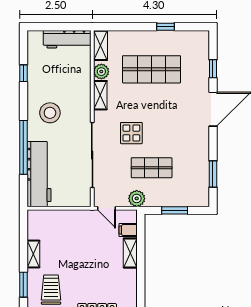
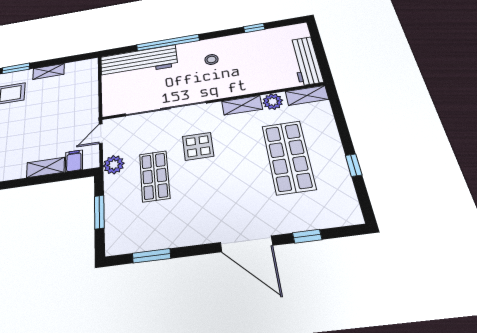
stool: (50, 113) -> (211, 59), width x0.53, depth x0.53

